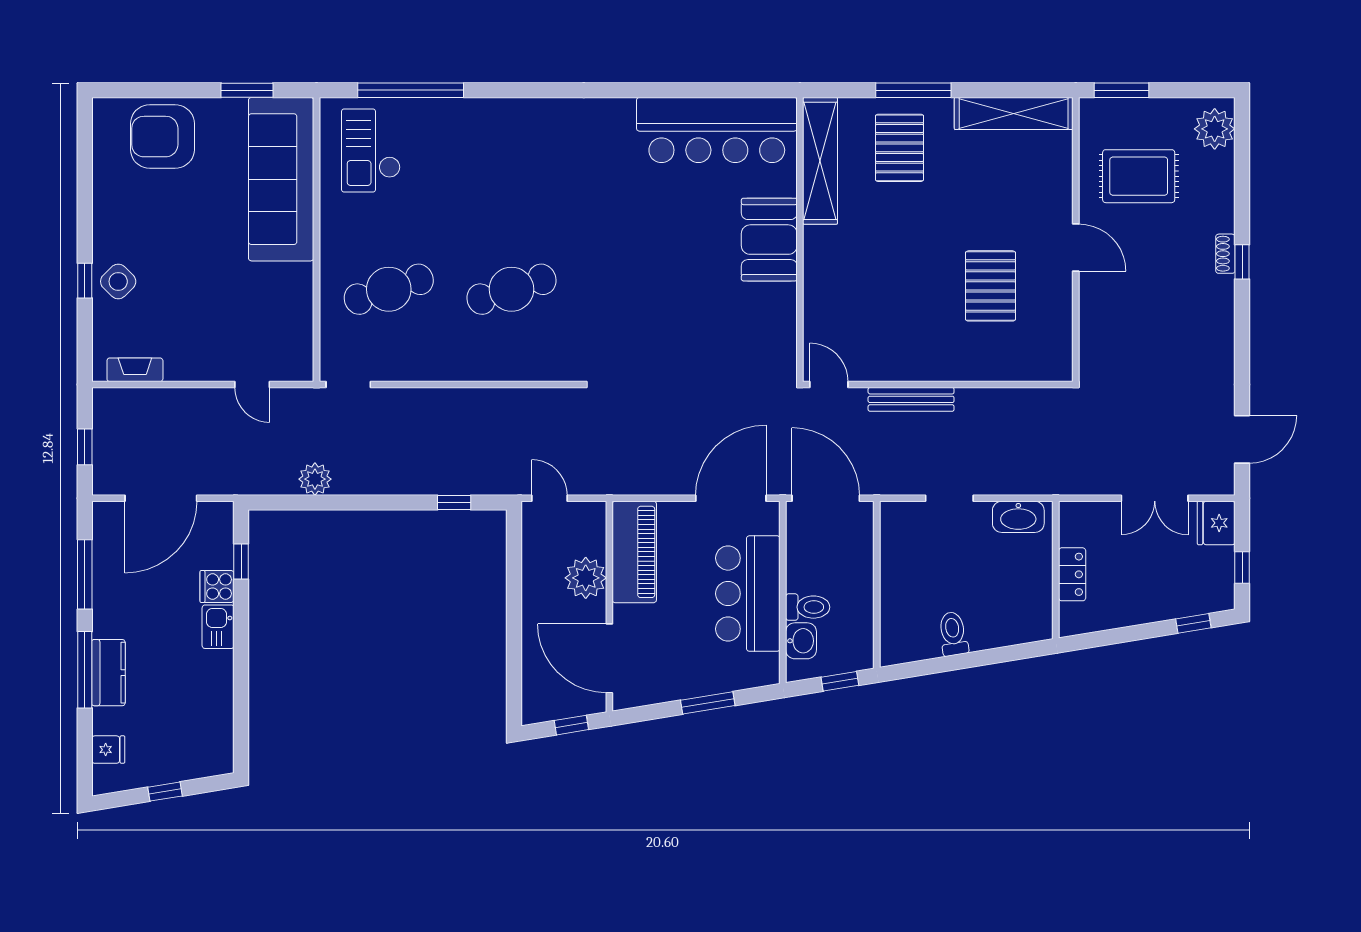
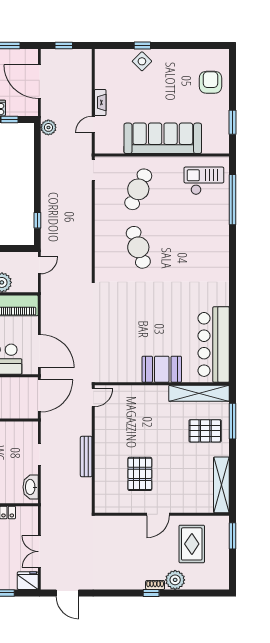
window: (913, 90) -> (232, 421), moved
plant: (1215, 129) -> (175, 580), moved
armchair: (162, 137) -> (210, 82), width x0.73, depth x0.73
sofa: (281, 179) -> (163, 138), moved
pallet: (990, 286) -> (140, 474), turned 90
cafe table: (389, 289) -> (138, 189), turned 42
fireplace: (135, 370) -> (100, 102), moved
bench: (911, 399) -> (86, 457), moved
plant: (315, 479) -> (48, 127), moved

